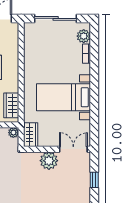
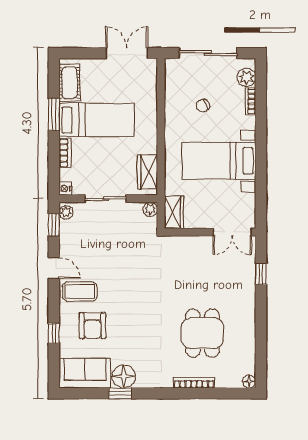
chair: (52, 57) -> (203, 106), added
double door: (73, 149) -> (232, 232), swing flipped
plant: (49, 161) -> (199, 248), removed

